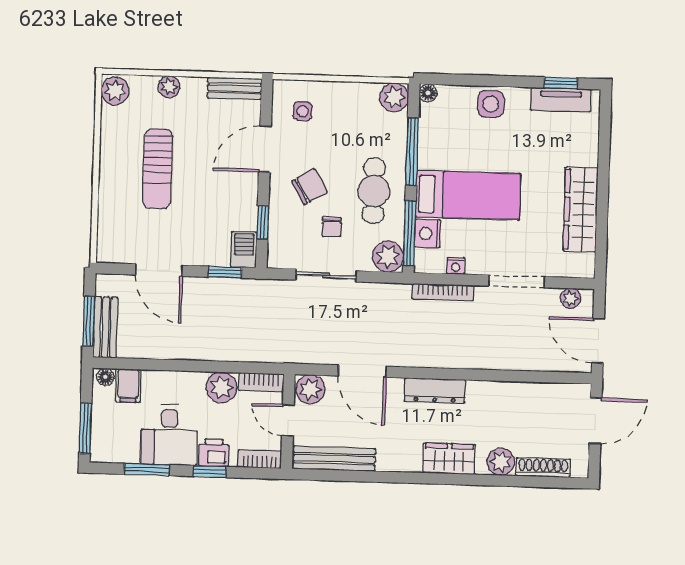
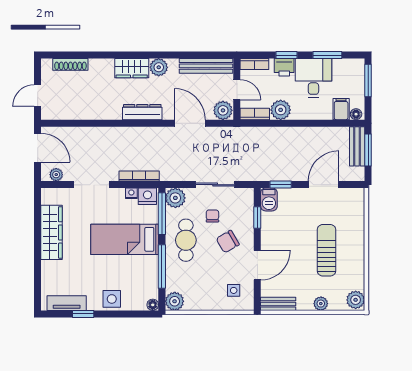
window: (561, 83) -> (83, 314), moved
nightstand: (428, 233) -> (147, 196), moved, turned -90
door: (159, 270) -> (323, 185), hinge flipped
door: (596, 421) -> (38, 96), width x0.73
plant: (501, 462) -> (159, 67), moved

